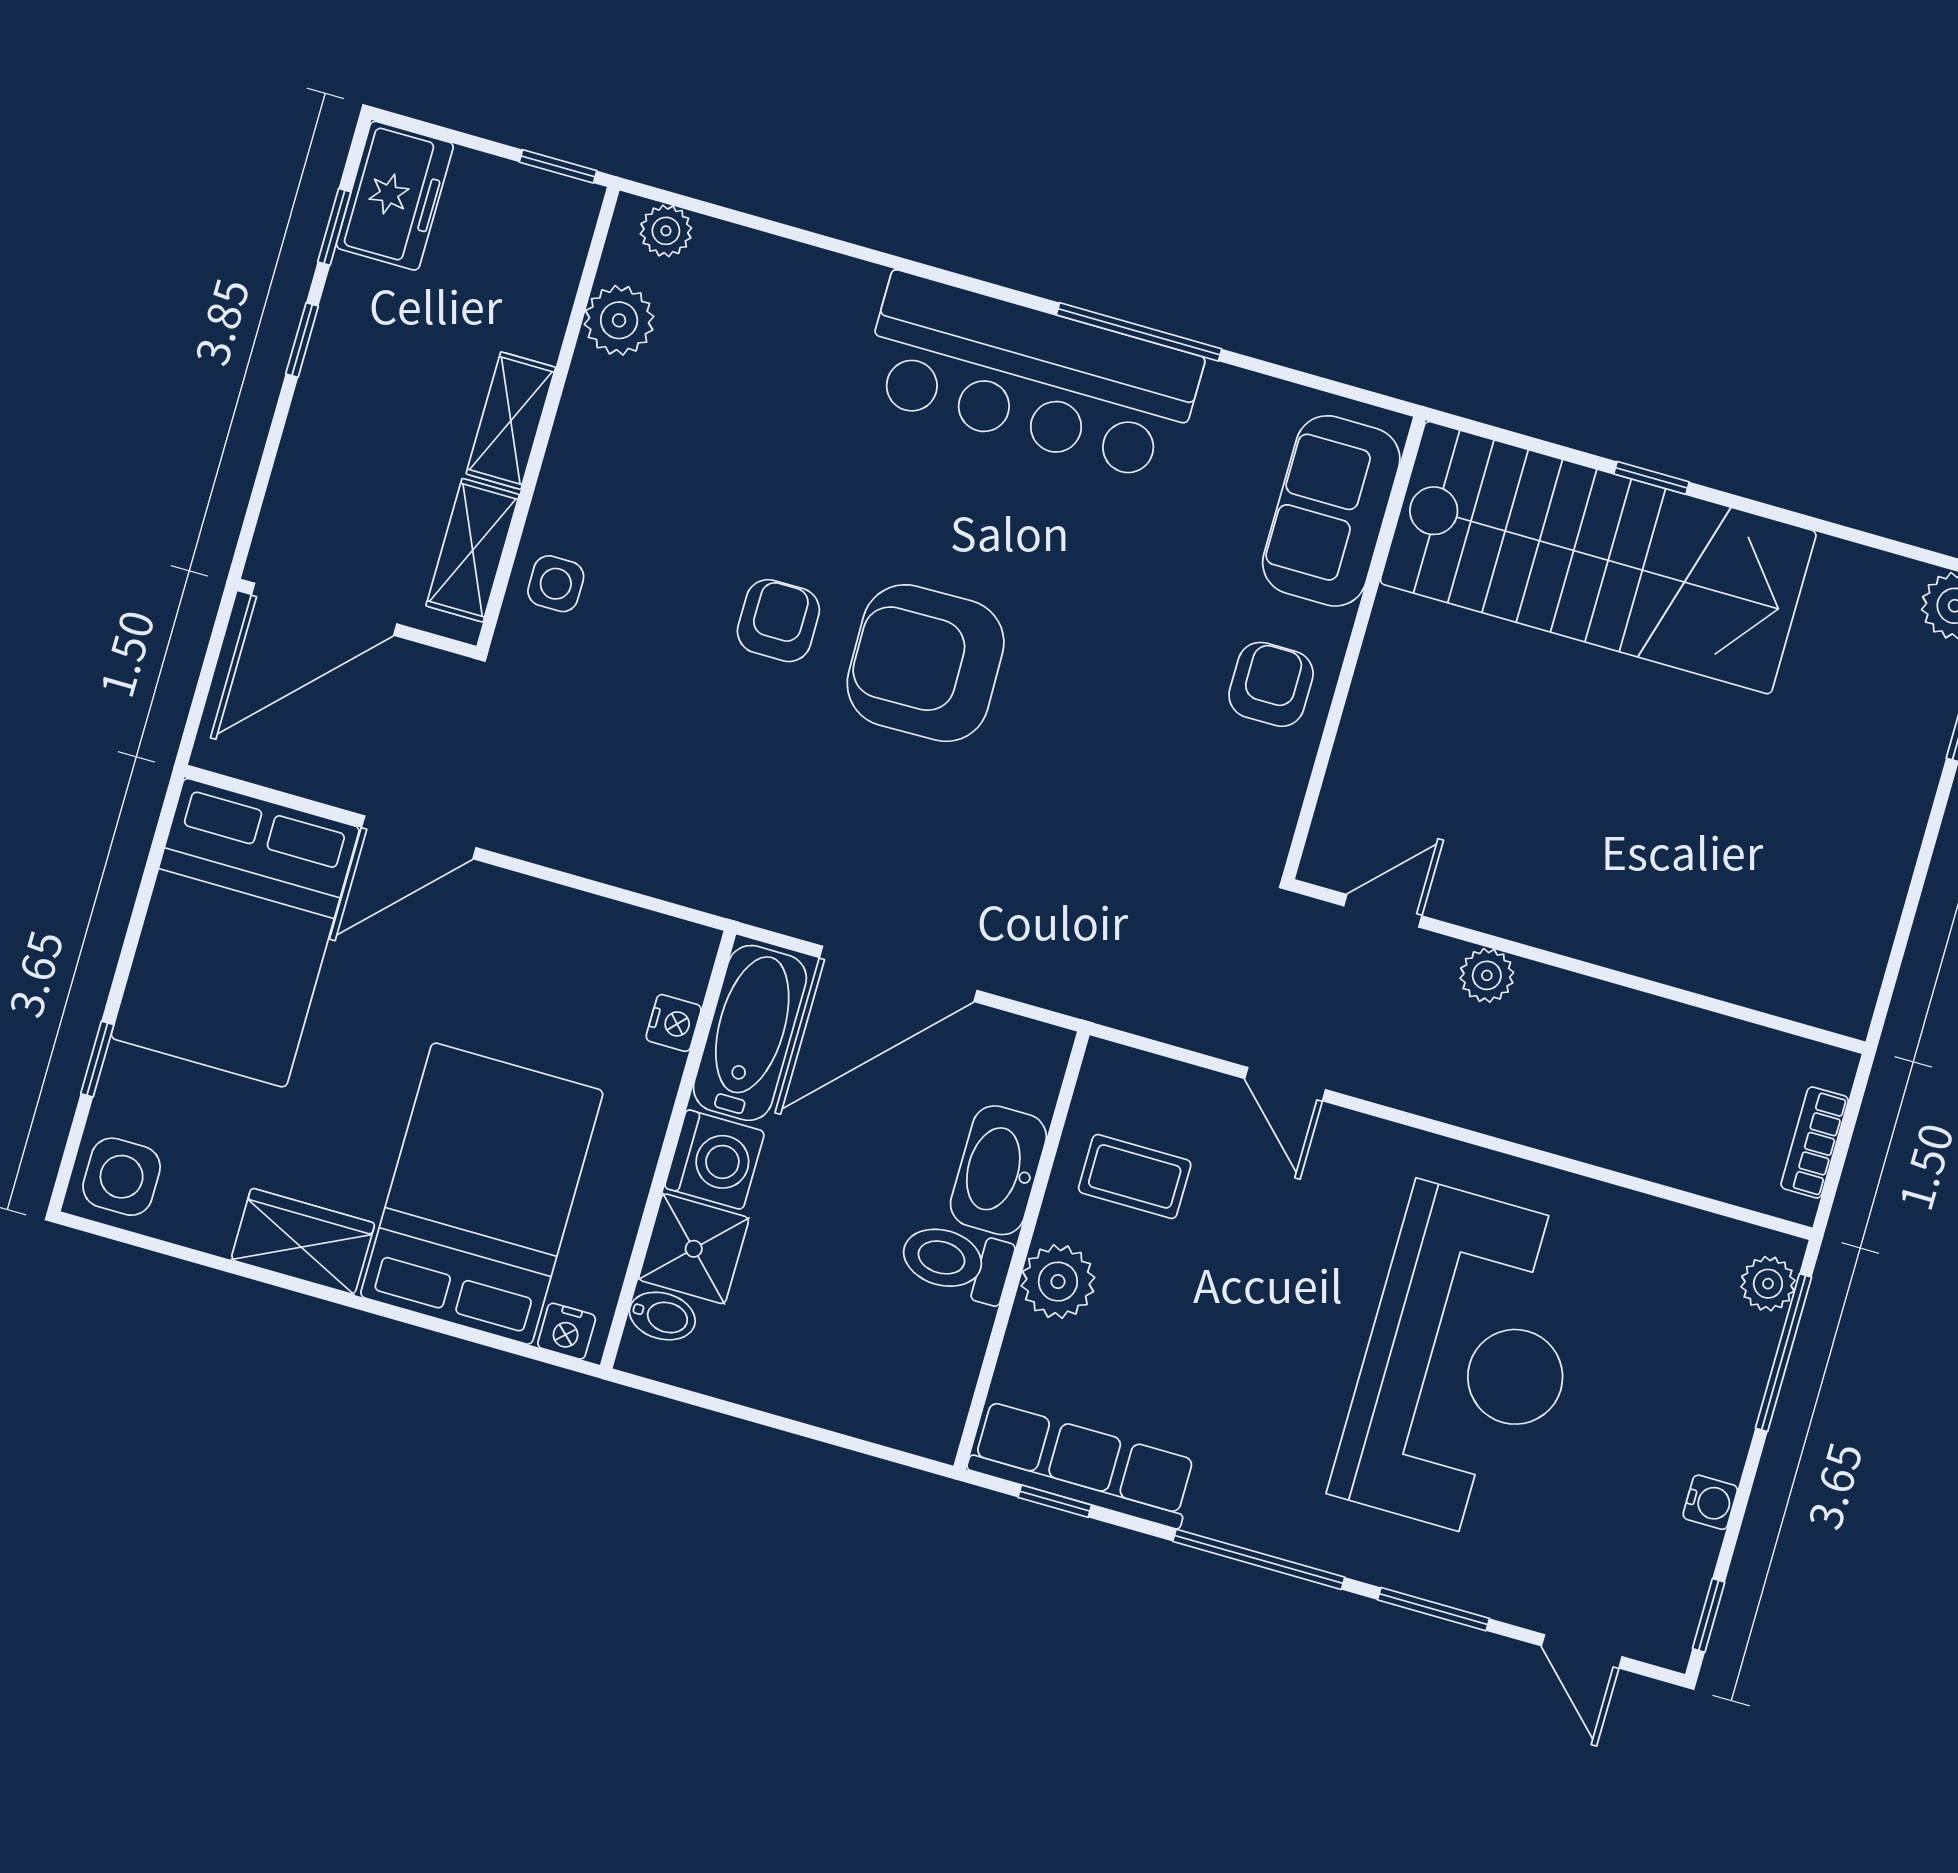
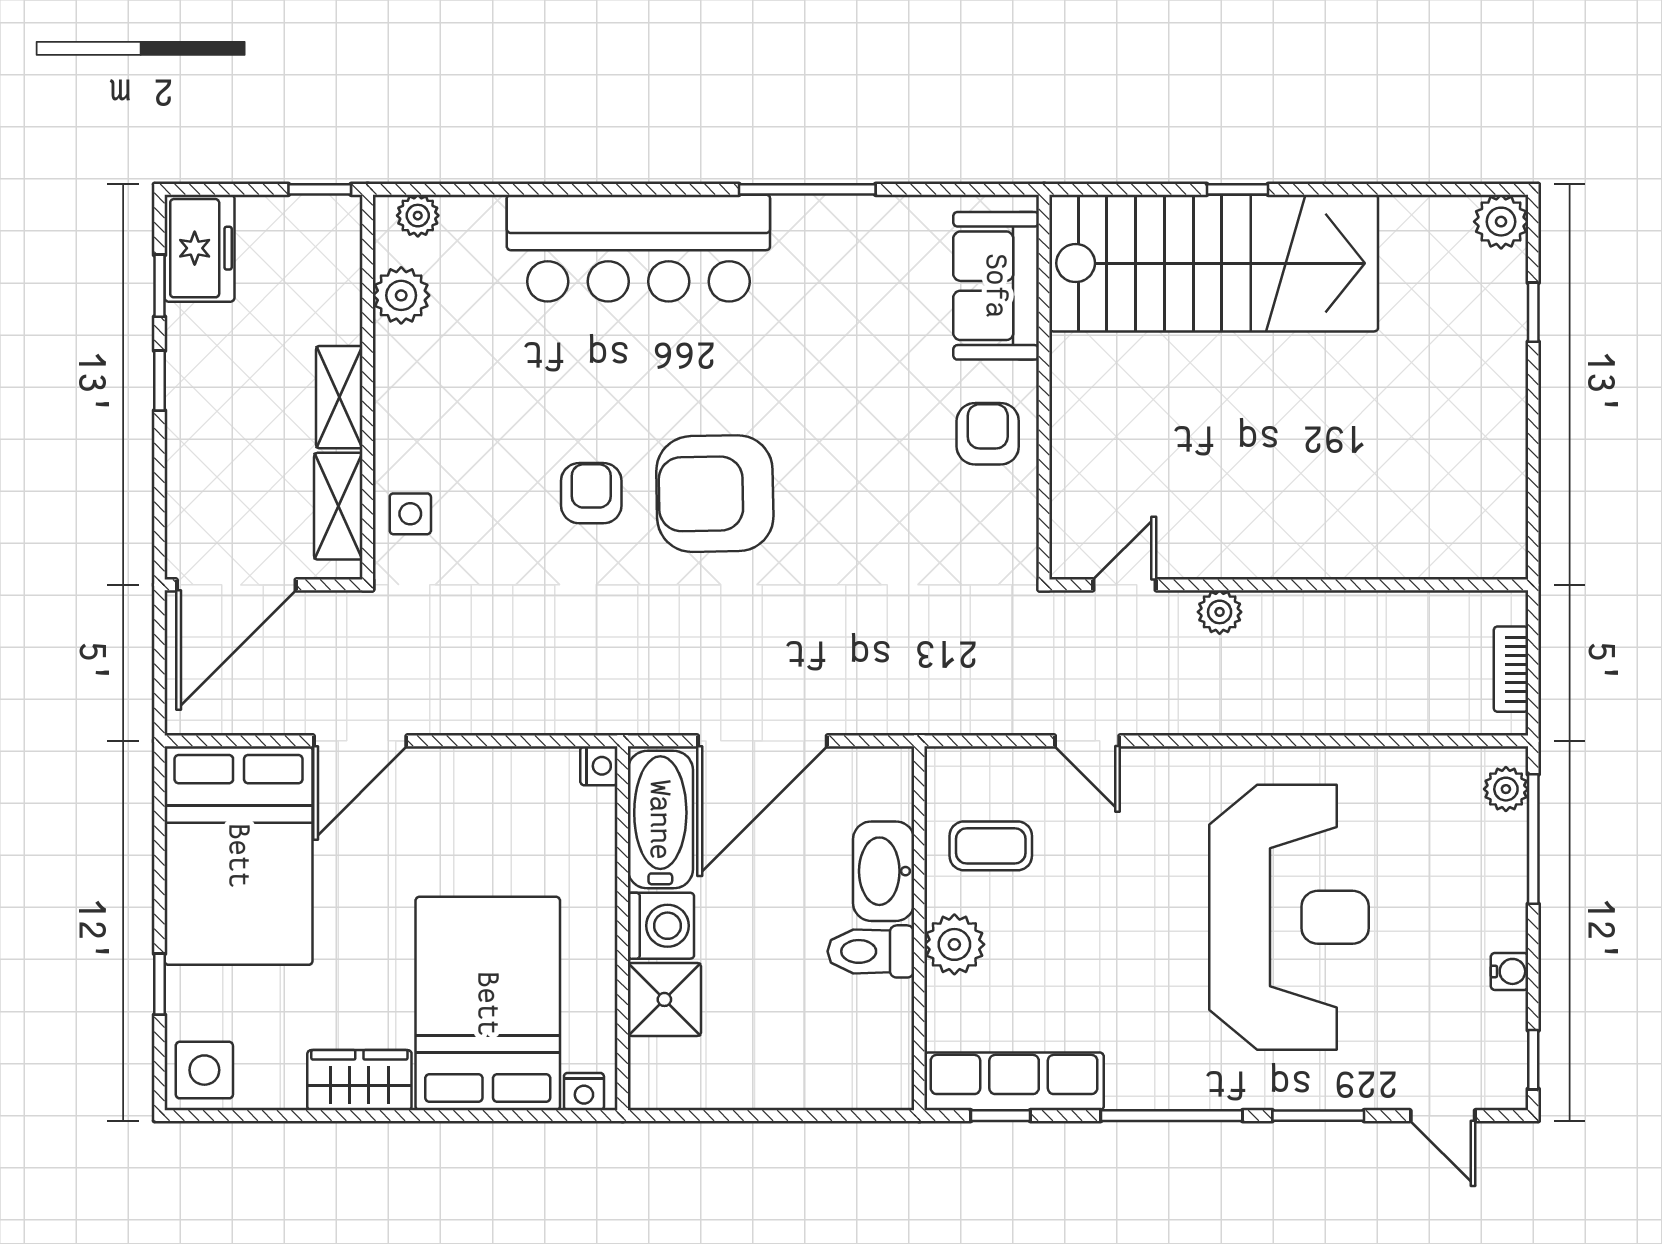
bar counter: (1031, 377) -> (638, 248), moved
nightstand: (674, 1023) -> (599, 766), moved
bidet: (662, 1316) -> (655, 1059), removed

